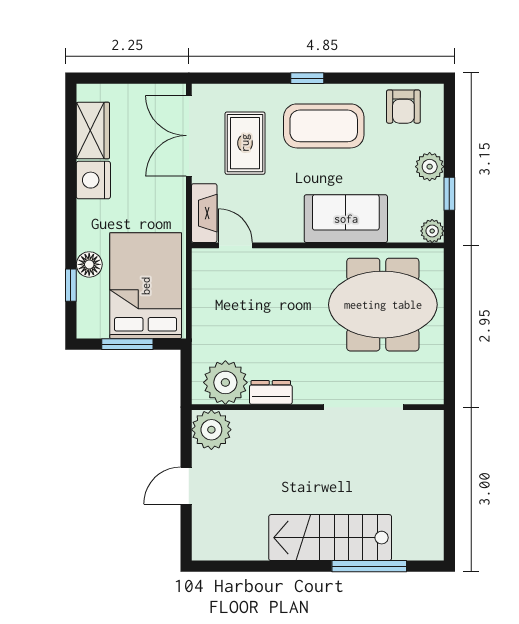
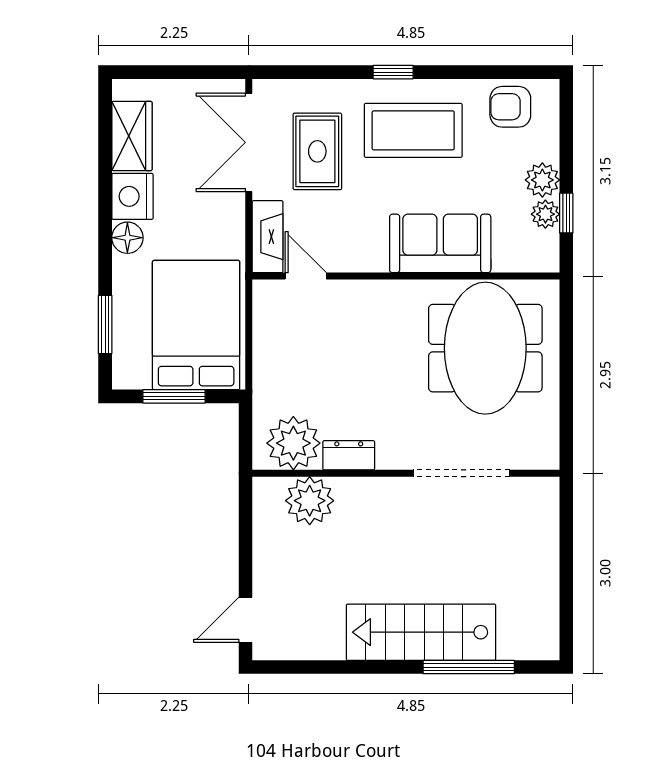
armchair: (403, 107) -> (510, 107), turned 90
plant: (432, 231) -> (545, 214), moved
floor lamp: (89, 264) -> (127, 238), moved
window: (71, 285) -> (105, 324), width x1.50
meeting table: (383, 305) -> (485, 348), turned 90
plant: (211, 430) -> (310, 501), moved
door: (186, 486) -> (245, 620), moved

